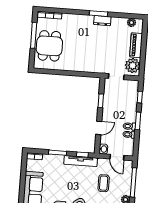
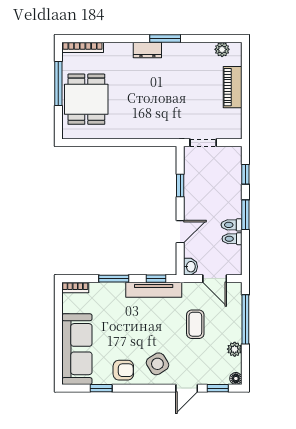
dresser: (102, 21) -> (147, 50), moved
plant: (133, 66) -> (229, 122), removed

